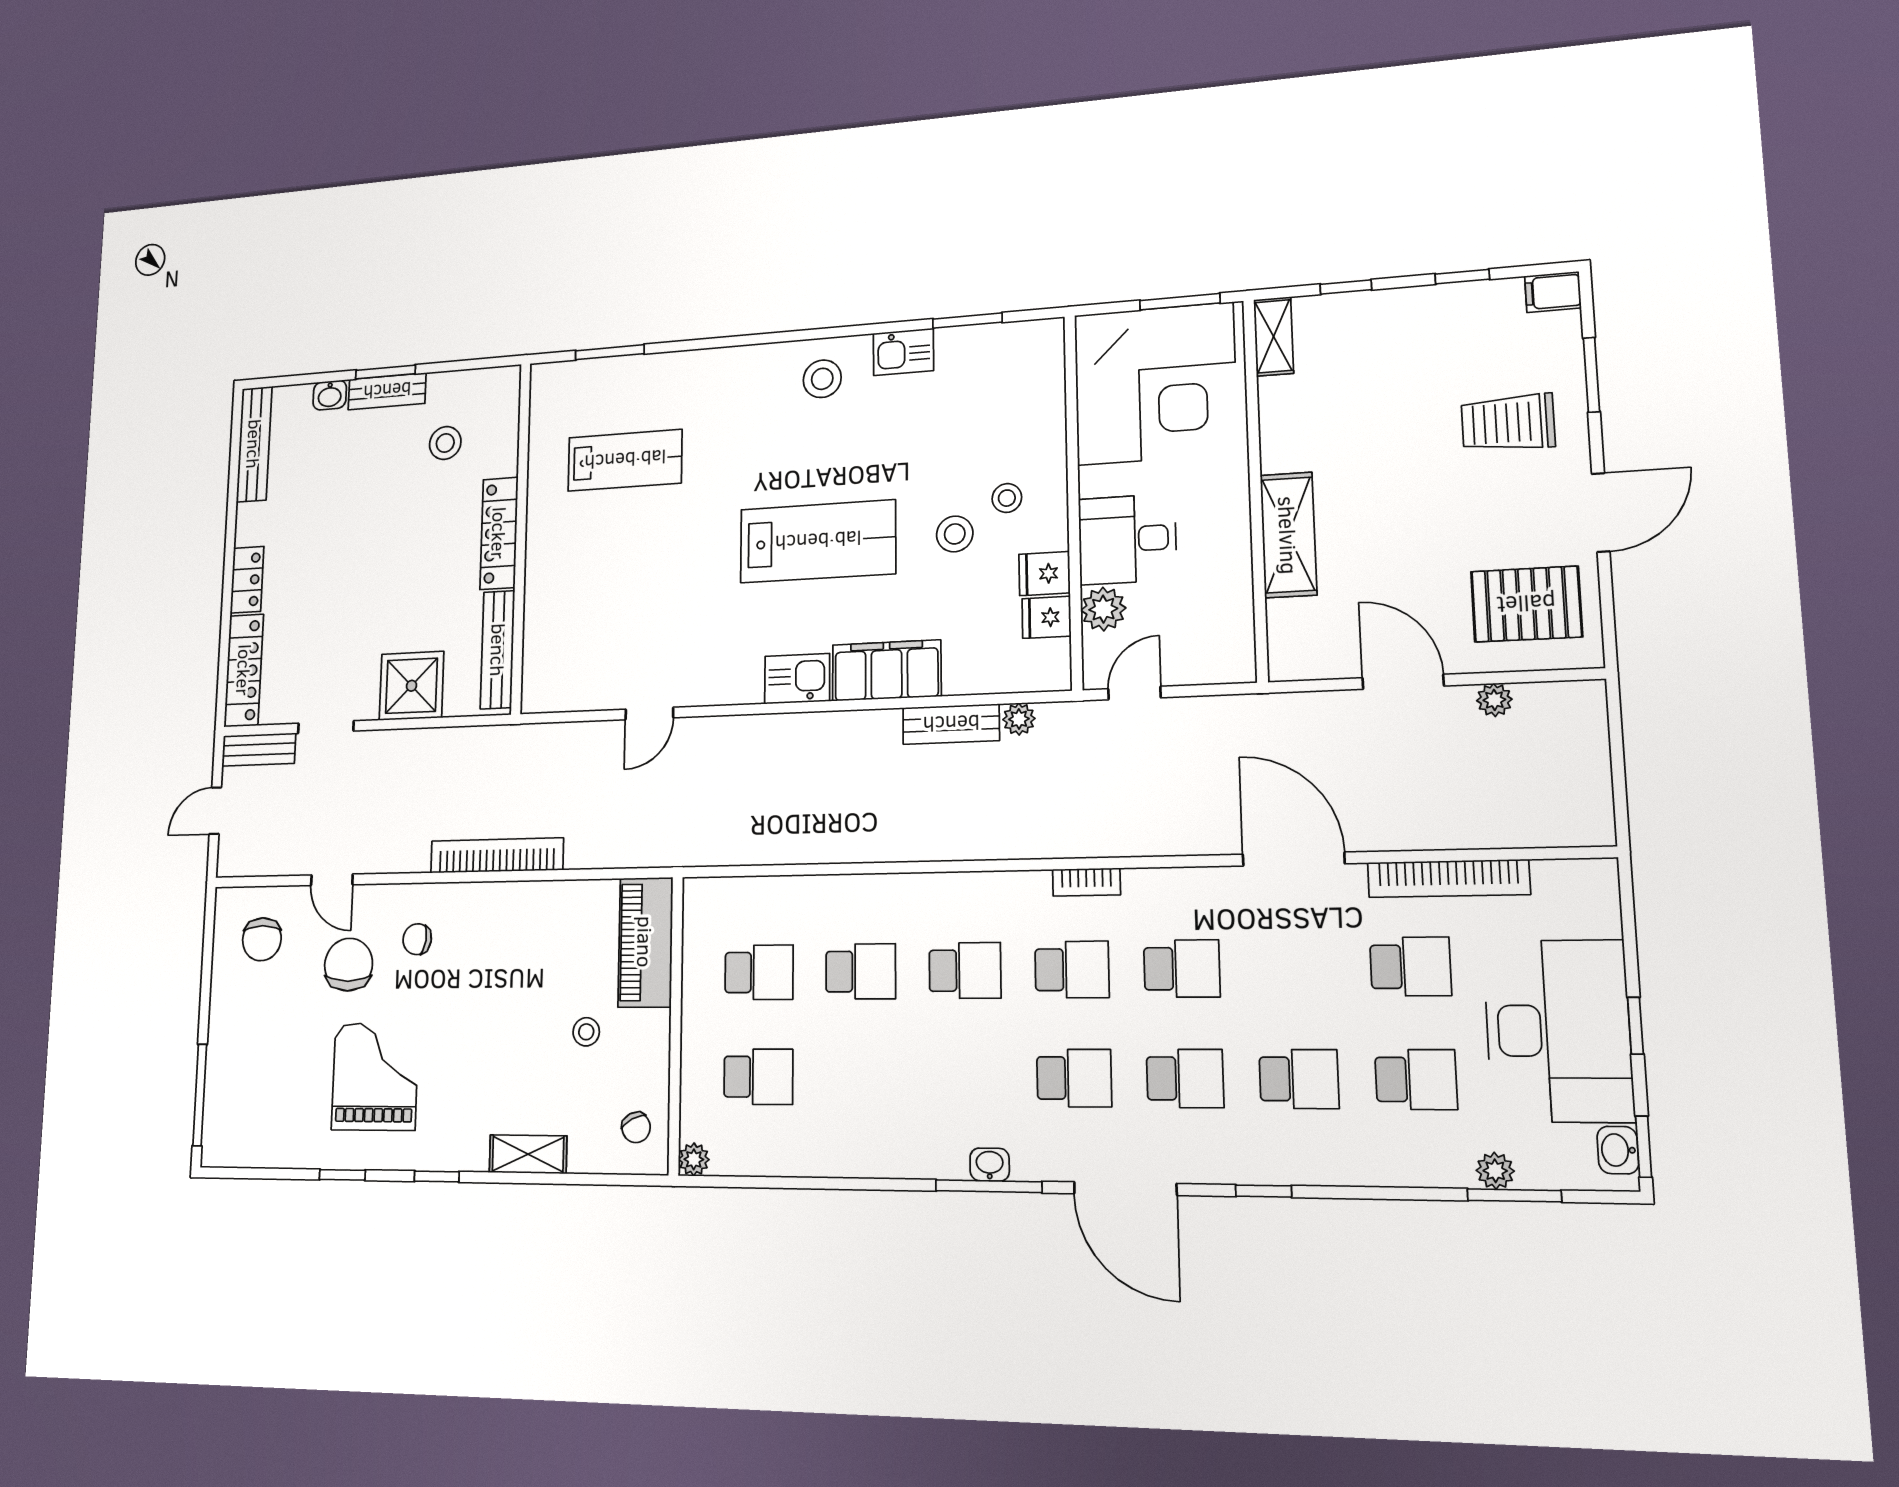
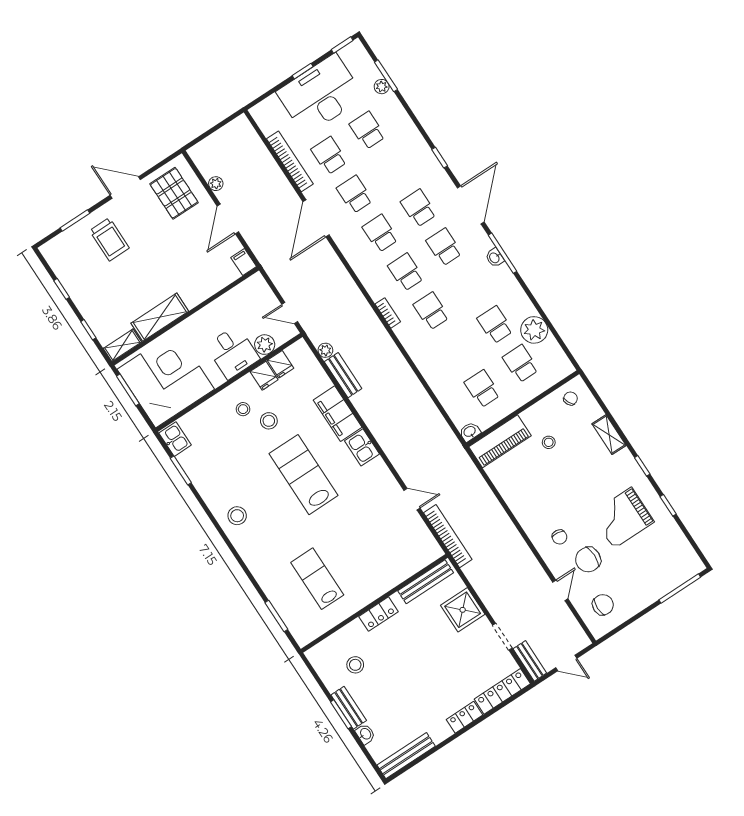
filing cabinet: (1553, 292) -> (244, 262), moved, turned 180
kitchen sink: (903, 352) -> (175, 439), moved
locker: (499, 533) -> (378, 614), width x0.66
shelving: (1288, 535) -> (160, 317), moved
bookcase: (497, 855) -> (448, 536), moved, turned 180
bookcase: (1086, 882) -> (388, 313), moved
school desk: (861, 971) -> (495, 325), moved
school desk: (1299, 1079) -> (355, 194), moved
washbasin: (1618, 1150) -> (470, 432), moved, turned 180
plant: (694, 1159) -> (534, 330), moved, width x1.88, depth x1.88

